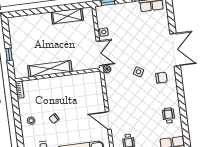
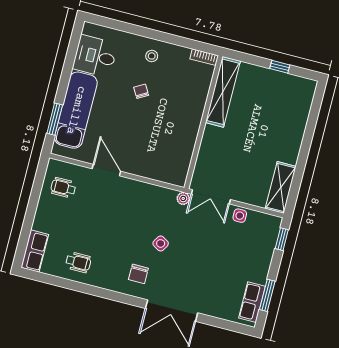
shelving: (67, 16) -> (281, 188), moved
window: (9, 54) -> (280, 67), moved
shelving: (50, 69) -> (223, 92), moved
door: (108, 121) -> (106, 170), hinge flipped

